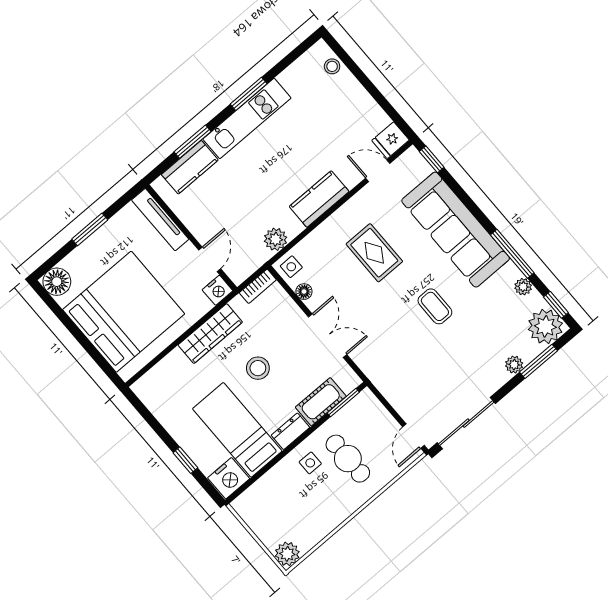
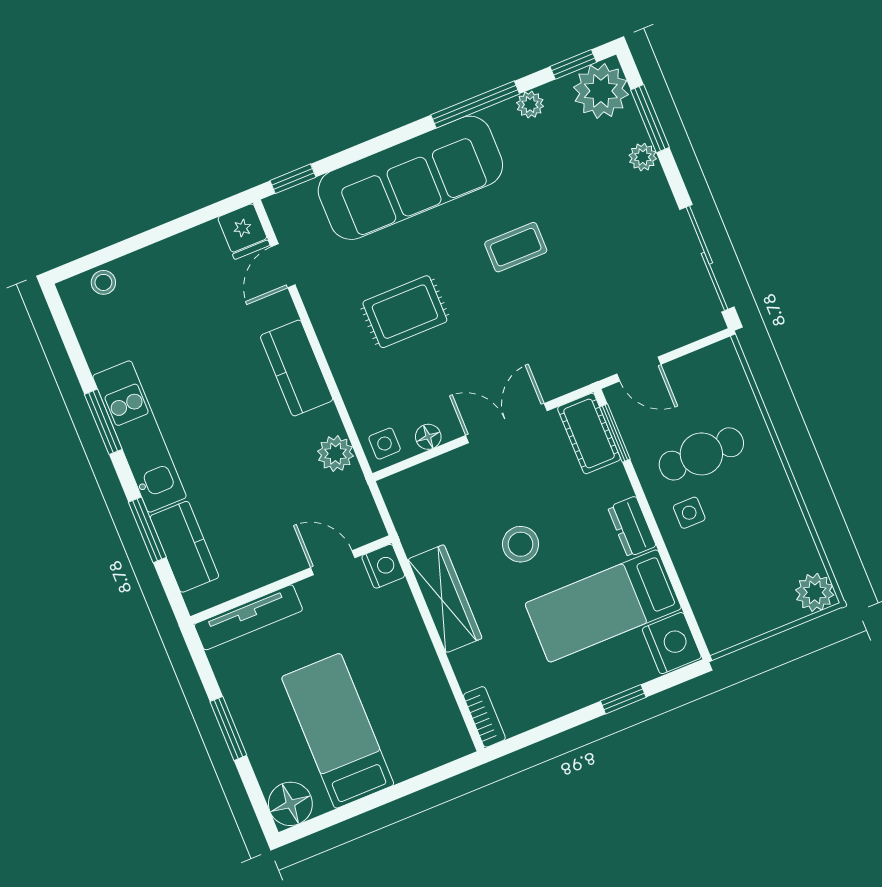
bookcase: (258, 286) -> (484, 717), moved
bed: (124, 312) -> (338, 731), width x0.49
cot: (321, 402) -> (589, 433), moved
door: (413, 436) -> (639, 369), moved

